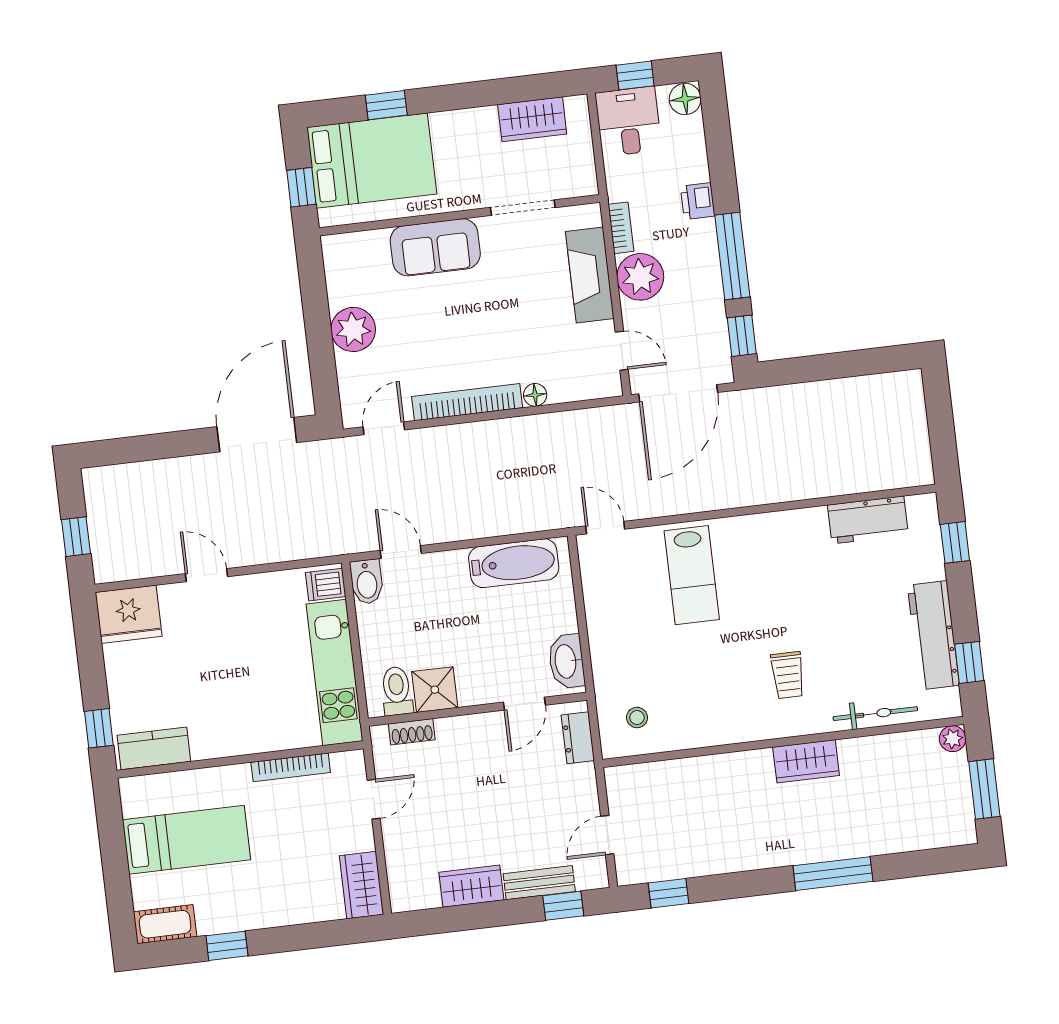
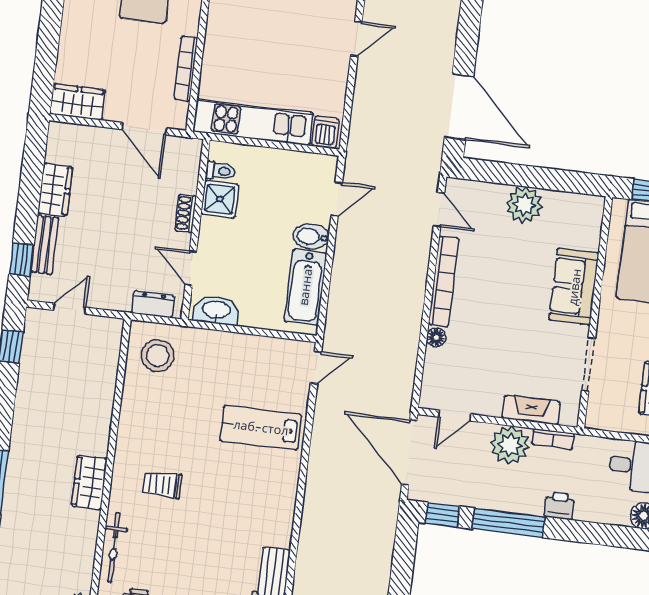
fireplace: (590, 275) -> (531, 410), width x0.73, depth x0.76
bidet: (367, 582) -> (311, 237), moved
toilet: (397, 691) -> (220, 171), width x0.73, depth x0.72
stool: (637, 718) -> (158, 356), width x1.89, depth x1.89
shoe rack: (412, 732) -> (186, 213), moved
door: (374, 799) -> (144, 129), width x1.38
door: (607, 835) -> (69, 309), hinge flipped

